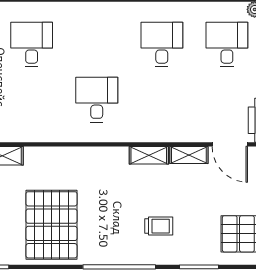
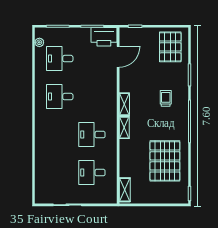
desk: (32, 44) -> (92, 173), moved
shelving: (189, 155) -> (124, 128), moved
pallet: (51, 225) -> (165, 161), turned 90

